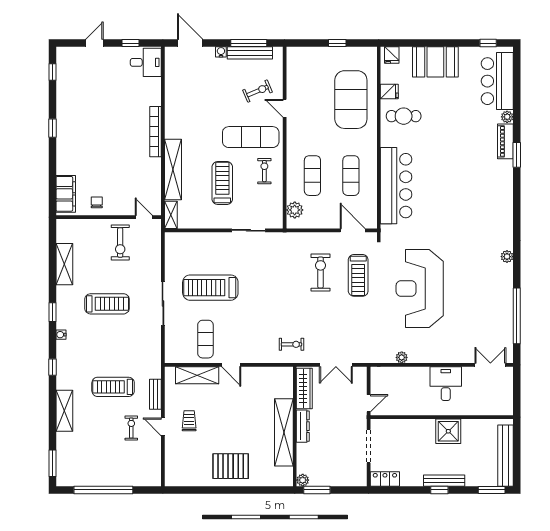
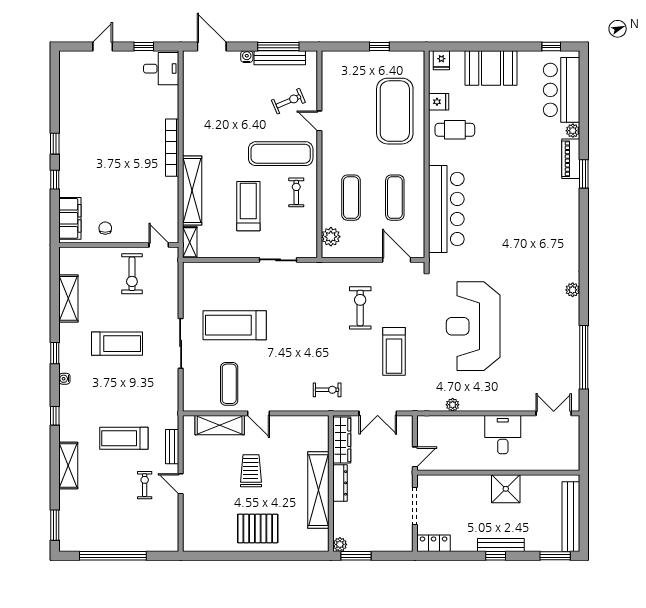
window: (52, 72) -> (55, 180), moved
treadmill: (358, 275) -> (394, 351), moved
trolley: (189, 421) -> (251, 471), moved, width x1.36, depth x1.39

